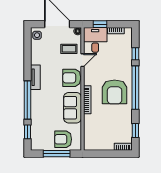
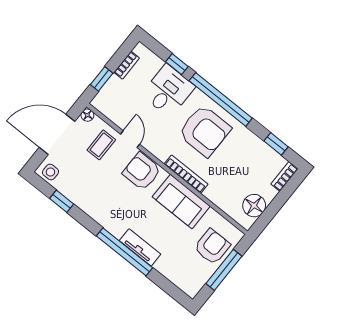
desk: (95, 40) -> (168, 91), moved, turned 90
tv unit: (35, 77) -> (140, 247), moved
armchair: (72, 78) -> (142, 171), turned 90
window: (27, 132) -> (62, 201), moved
armchair: (63, 139) -> (212, 247), turned 180
floor lamp: (98, 143) -> (254, 206), added

